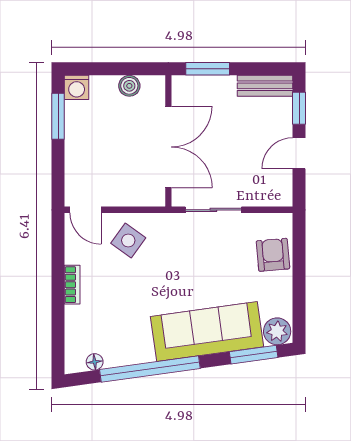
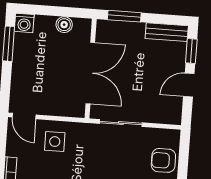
side table: (128, 240) -> (55, 142), turned -36
armchair: (273, 255) -> (163, 160), turned -85

